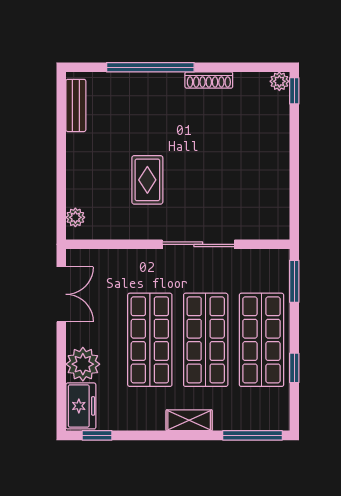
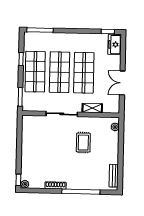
double door: (61, 294) -> (122, 83), moved
plant: (83, 364) -> (113, 63), removed
shelving: (189, 420) -> (92, 108), moved

